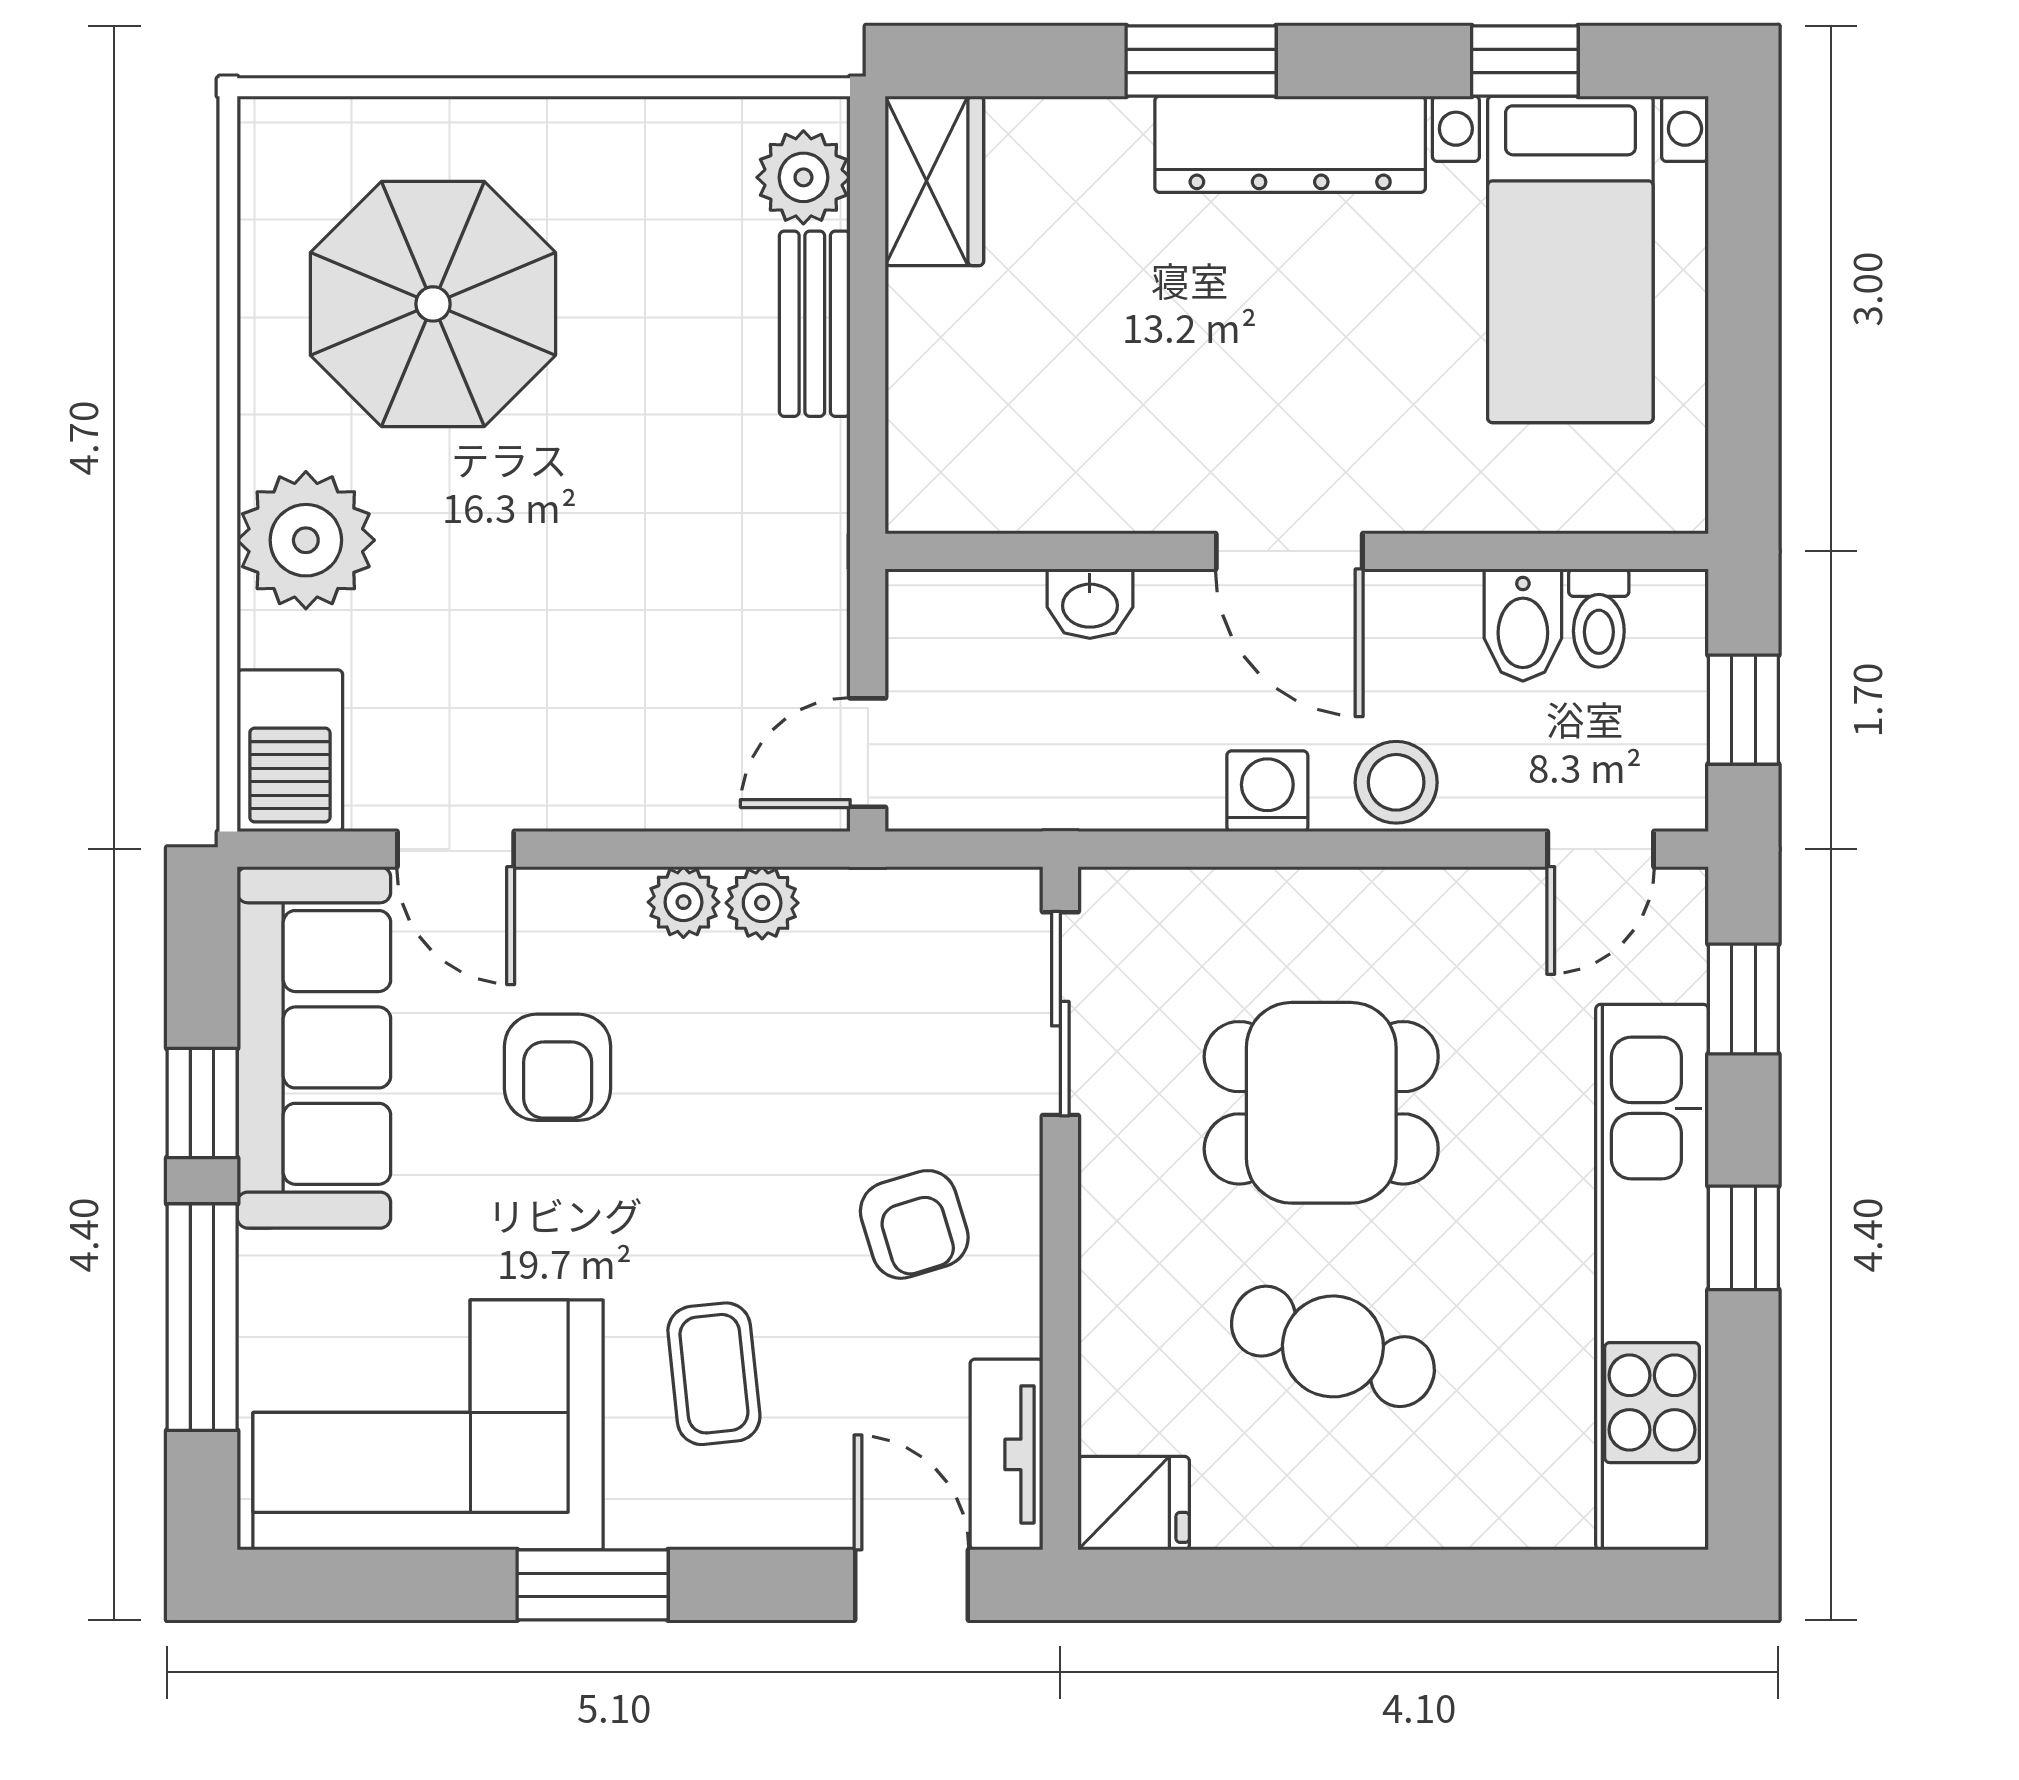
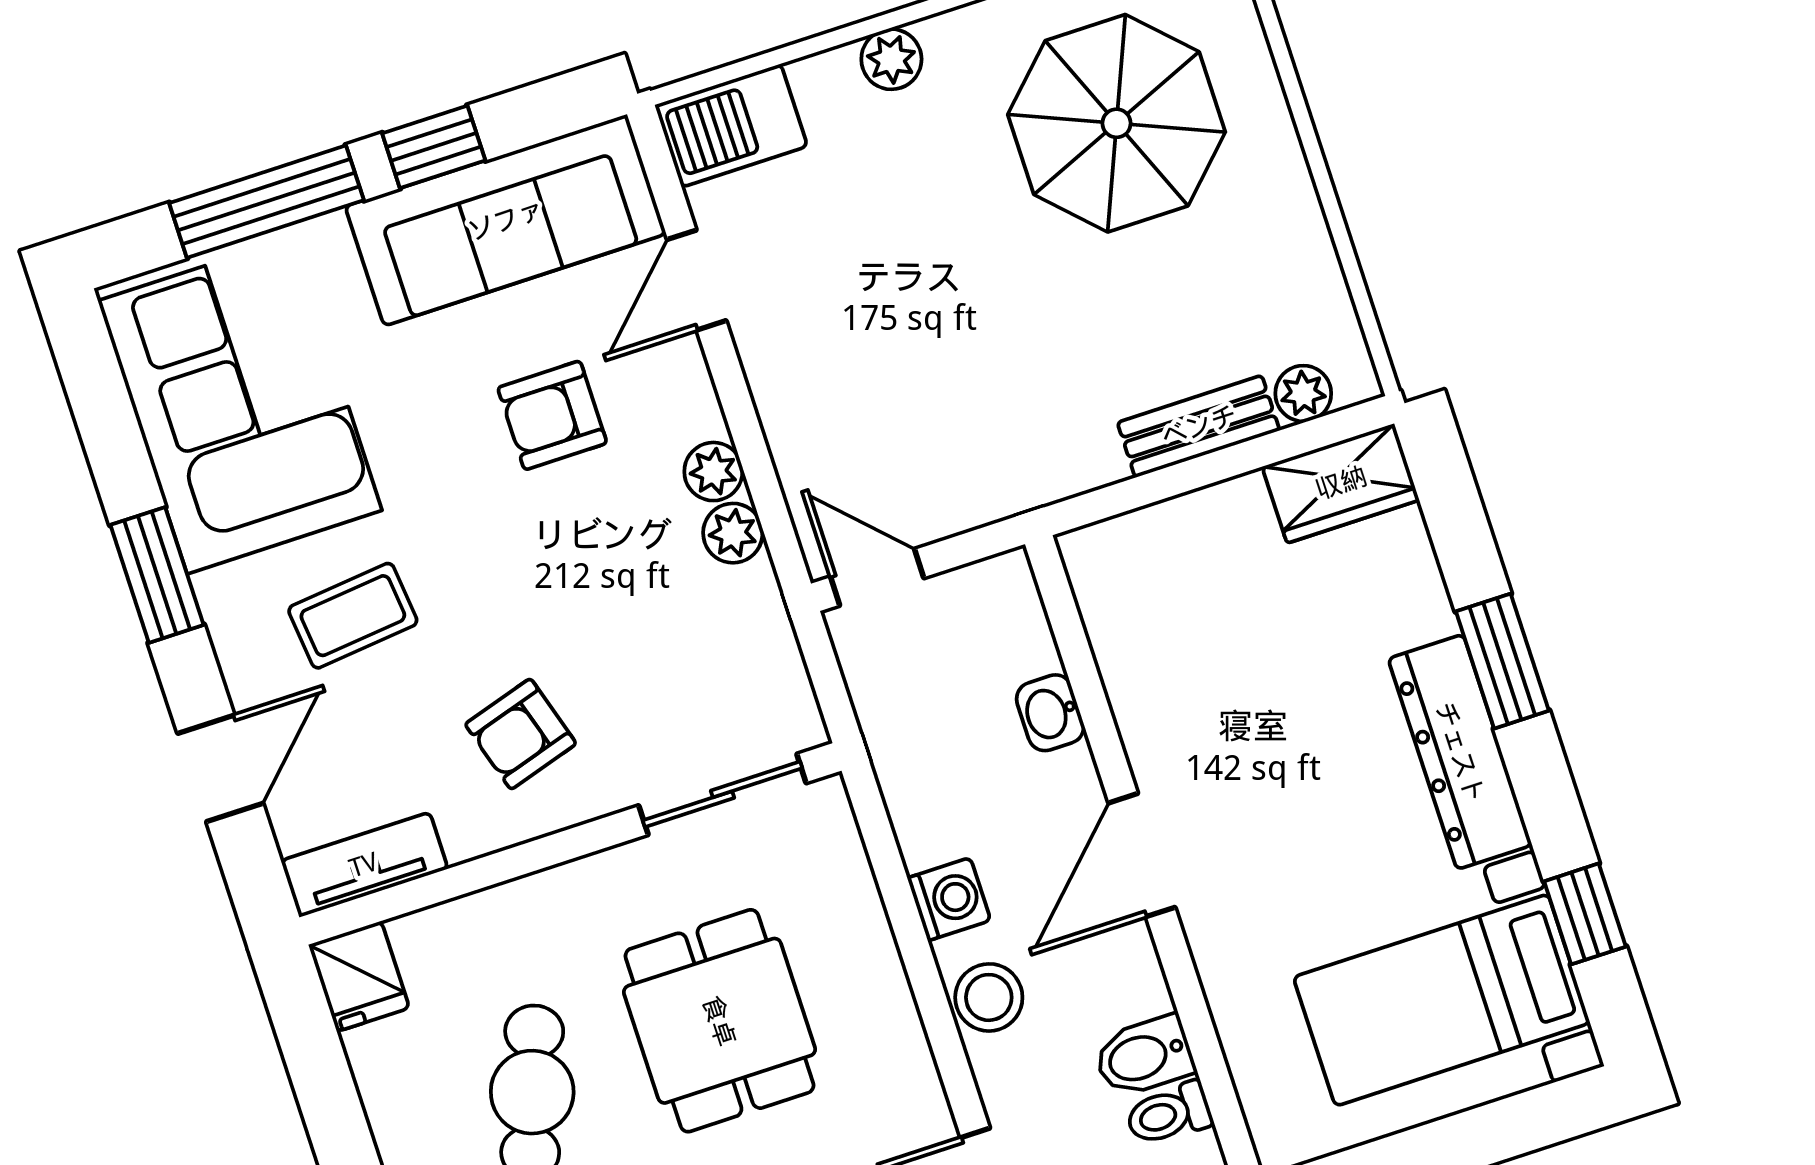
plant: (803, 177) -> (1303, 393), width x0.73, depth x0.73
plant: (306, 540) -> (891, 59), width x0.53, depth x0.53
door: (912, 1585) -> (220, 768), moved

